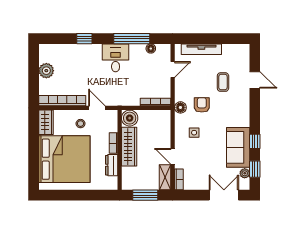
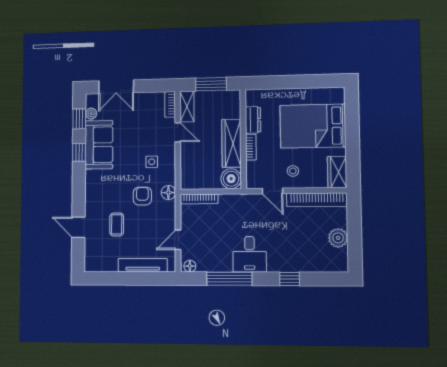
floor lamp: (151, 49) -> (190, 266), moved
armchair: (202, 105) -> (142, 196), turned 180
bed: (64, 159) -> (313, 126), width x0.73

